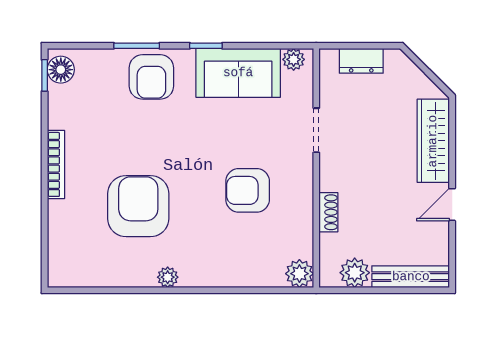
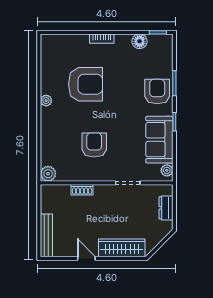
floor lamp: (61, 70) -> (140, 41), moved
armchair: (151, 77) -> (157, 92), turned 90
bookcase: (56, 164) -> (102, 39), width x0.64
plant: (355, 273) -> (49, 204), removed

